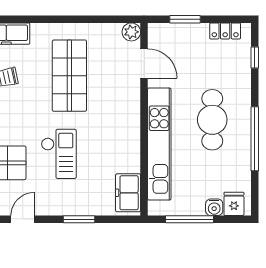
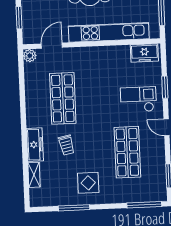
shop shelf: (69, 76) -> (63, 98), turned 90
checkout: (59, 154) -> (138, 99), moved

